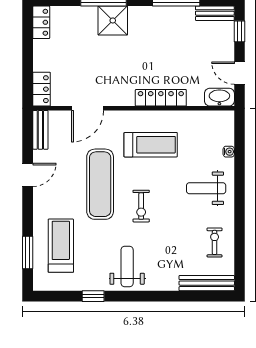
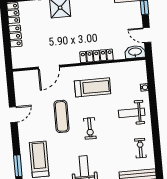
locker: (42, 89) -> (15, 36), moved
bench: (40, 130) -> (19, 84), removed
exercise mat: (100, 184) -> (61, 116), width x0.73, depth x0.69

